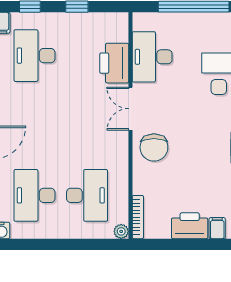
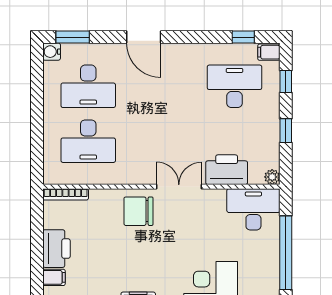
desk: (152, 57) -> (253, 209), moved
desk: (35, 195) -> (88, 86), turned 180
plant: (121, 231) -> (272, 177), moved

